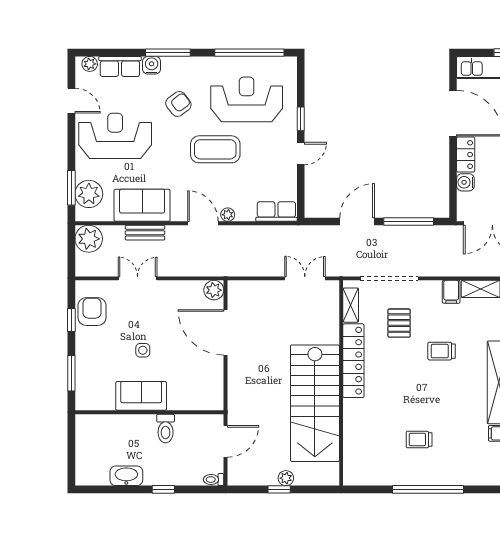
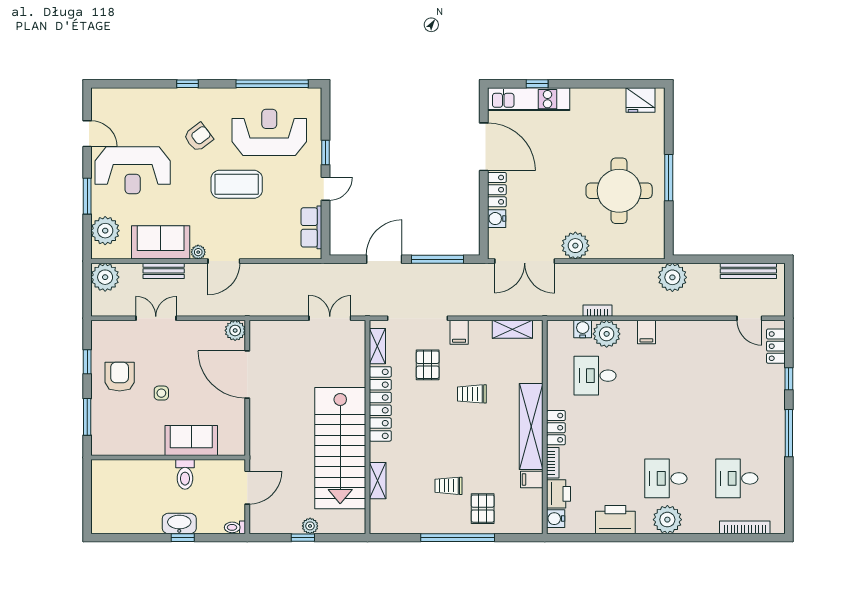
window: (168, 53) -> (187, 84), width x0.46
plant: (90, 64) -> (106, 96), removed
water cooler: (152, 65) -> (170, 97), removed
row of seats: (120, 66) -> (138, 98), removed
reception desk: (115, 136) -> (133, 170), turned 180
window: (71, 188) -> (87, 196), moved
row of seats: (276, 212) -> (311, 227), moved, turned -90
plant: (228, 215) -> (198, 252), moved
door: (203, 223) -> (224, 261), swing flipped
filing cabinet: (451, 292) -> (459, 332), moved
armchair: (92, 312) -> (120, 377), moved
sofa: (141, 396) -> (191, 441), moved
shelving: (351, 435) -> (378, 481), added
pallet: (452, 461) -> (483, 509), added
washbasin: (126, 476) -> (179, 523), moved

